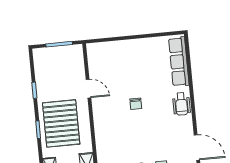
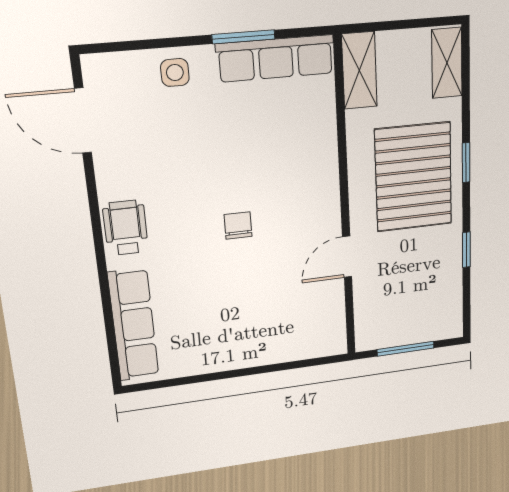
door: (88, 89) -> (347, 257), hinge flipped

